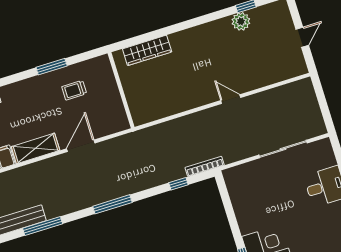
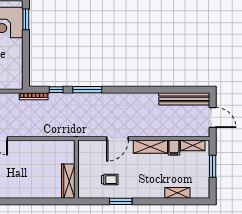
wardrobe: (147, 50) -> (68, 181), moved, turned -90
window: (112, 204) -> (87, 90), moved
window: (43, 226) -> (163, 90), removed

